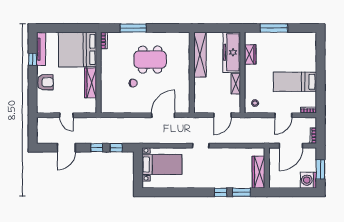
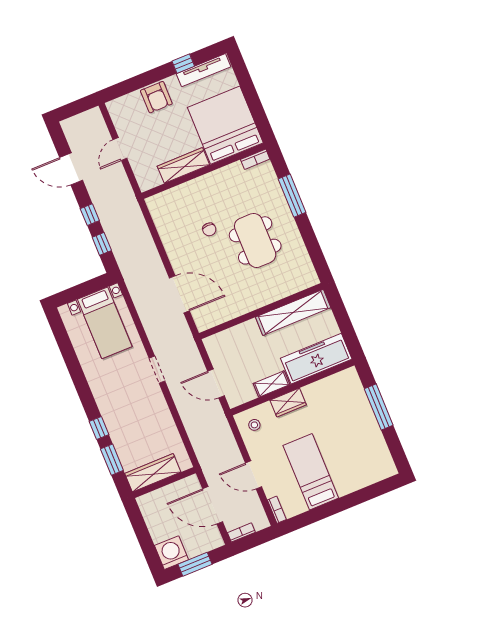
wardrobe: (250, 54) -> (288, 402), moved

